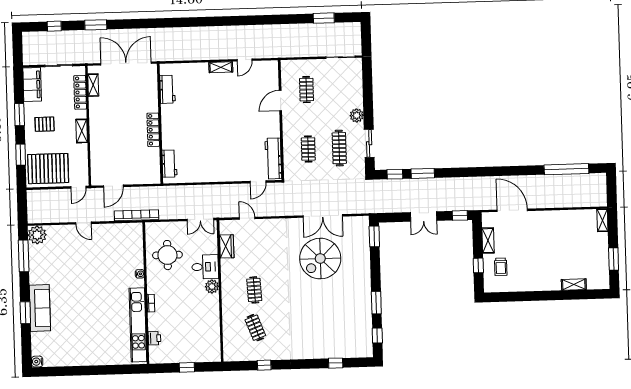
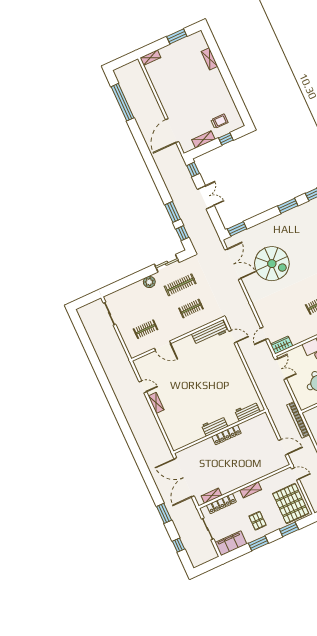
window: (324, 18) -> (85, 339), removed
workbench: (167, 89) -> (215, 426), moved
double door: (323, 216) -> (233, 264), moved
wardrobe: (227, 246) -> (282, 345), moved

